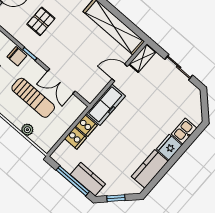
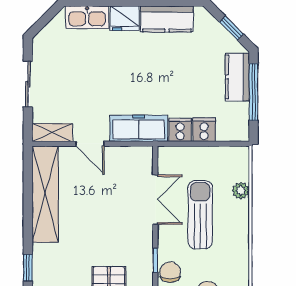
kitchen sink: (184, 131) -> (87, 17), width x1.38

